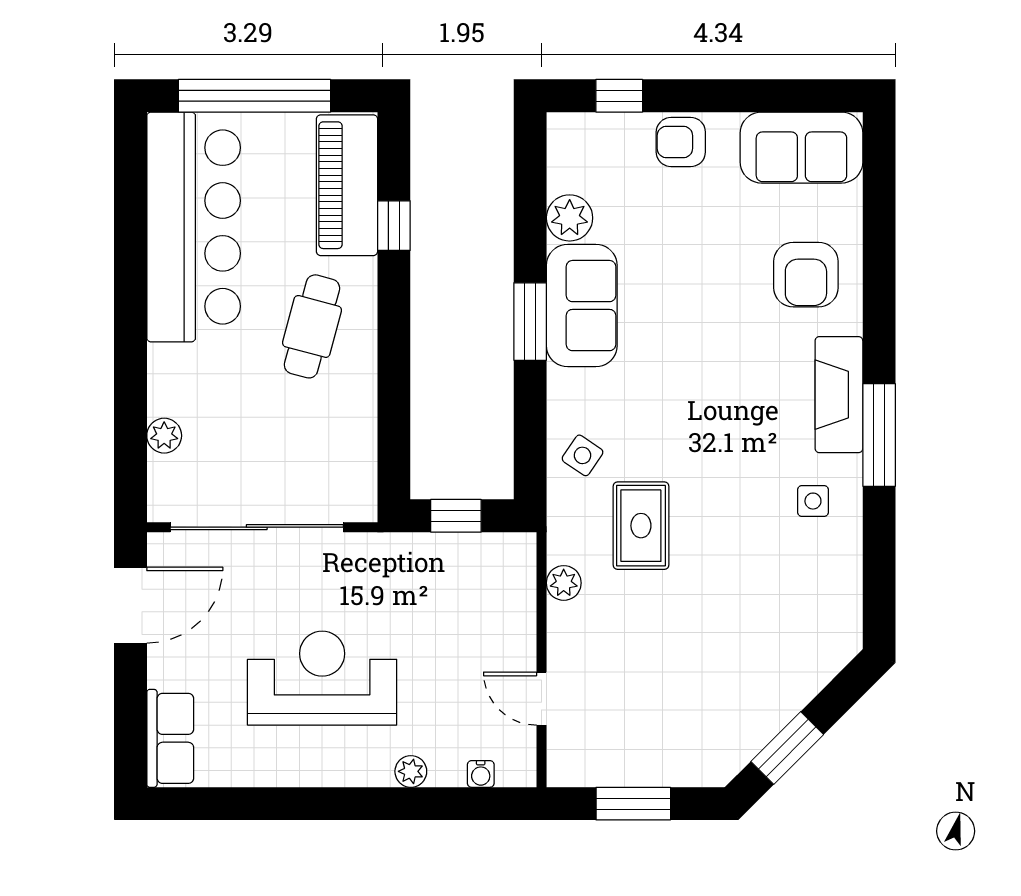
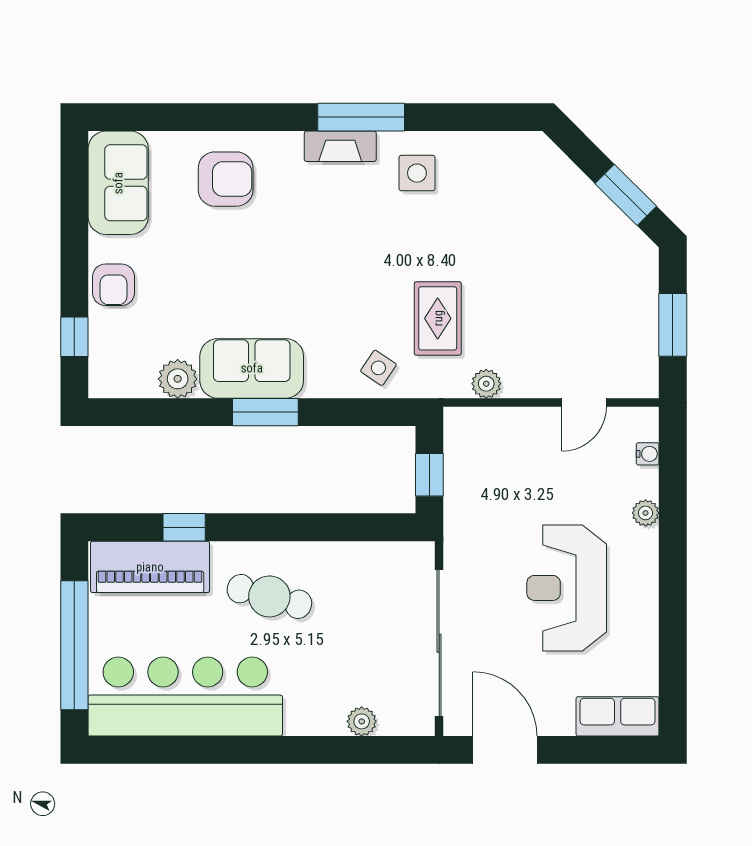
fireplace: (839, 395) -> (340, 146), width x0.73, depth x0.76
side table: (813, 501) -> (417, 173), width x1.37, depth x1.37
rug: (641, 526) -> (438, 318), turned 90

